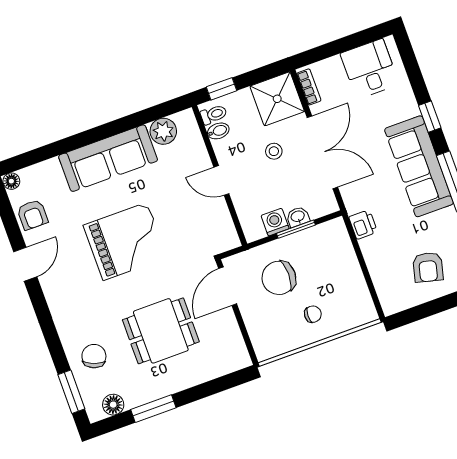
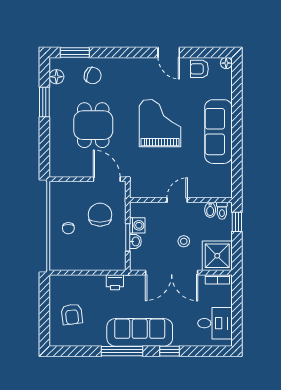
plant: (163, 131) -> (223, 174), removed
grand piano: (125, 241) -> (160, 123), turned 180
armchair: (428, 267) -> (72, 314), turned -111

